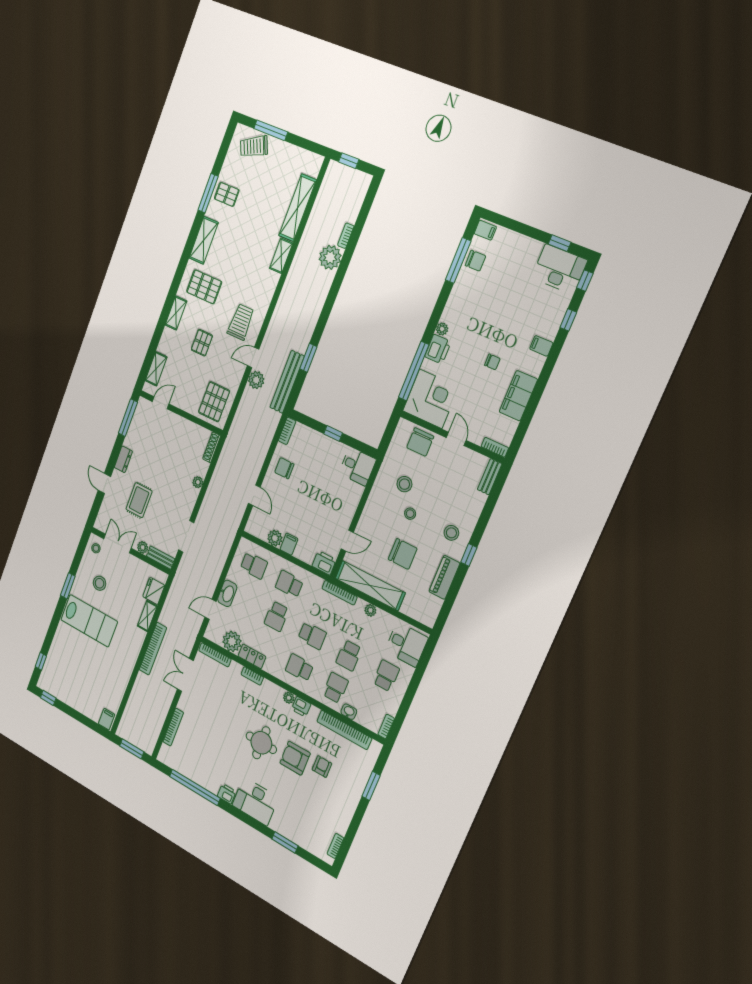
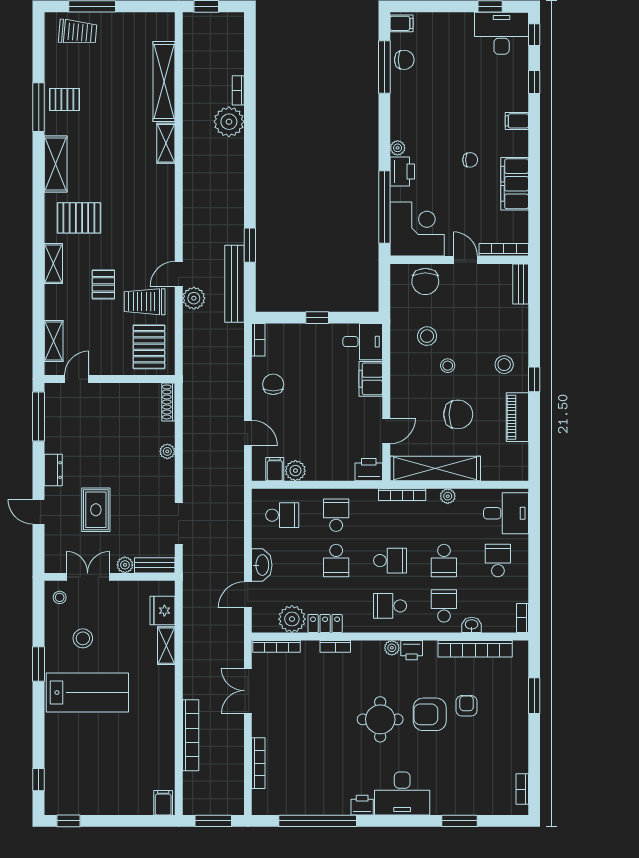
trolley: (254, 146) -> (78, 32), turned -150
trolley: (241, 322) -> (145, 302), moved, turned -90
bookcase: (495, 447) -> (504, 250), width x1.56
chair: (284, 468) -> (273, 384), turned 90
filing cabinet: (352, 497) -> (371, 379), added
filing cabinet: (289, 544) -> (275, 469), moved
school desk: (289, 584) -> (336, 515), turned 90
bookcase: (153, 649) -> (191, 735), moved

